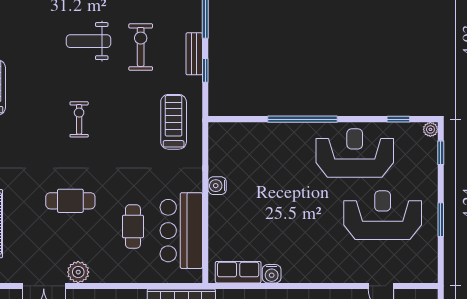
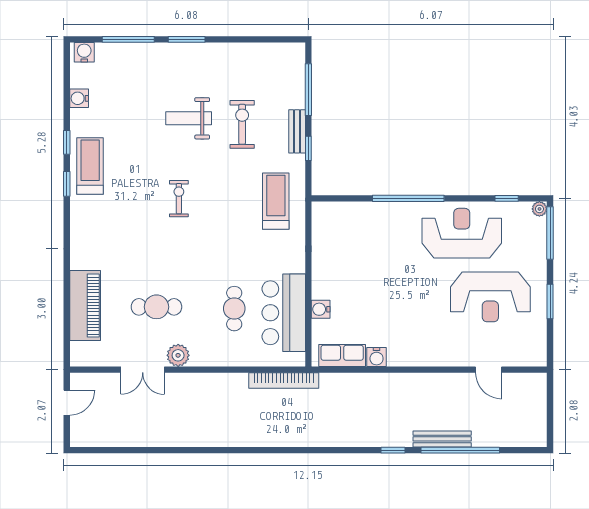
window: (441, 153) -> (550, 233), width x2.17
water cooler: (217, 186) -> (321, 309), moved
cafe table: (70, 201) -> (156, 307), moved
reception desk: (383, 215) -> (490, 297), turned 180

